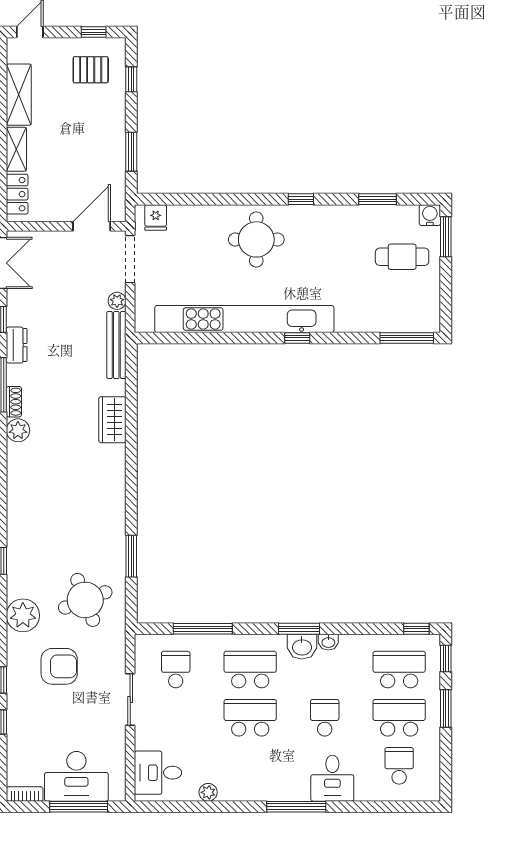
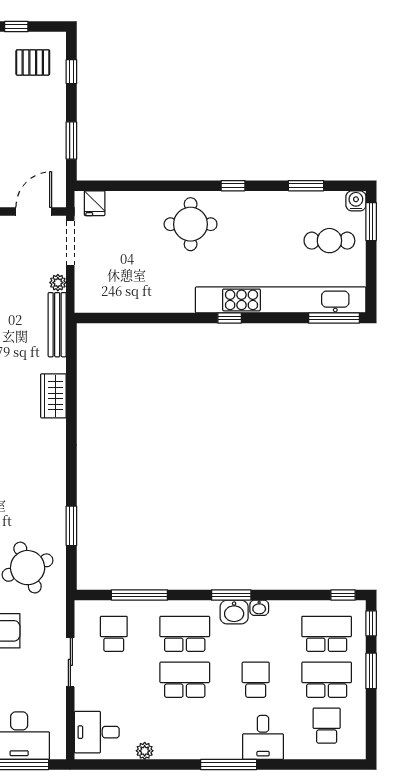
window: (94, 32) -> (16, 27), moved
kitchen unit: (244, 319) -> (281, 300), moved

